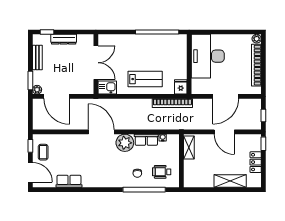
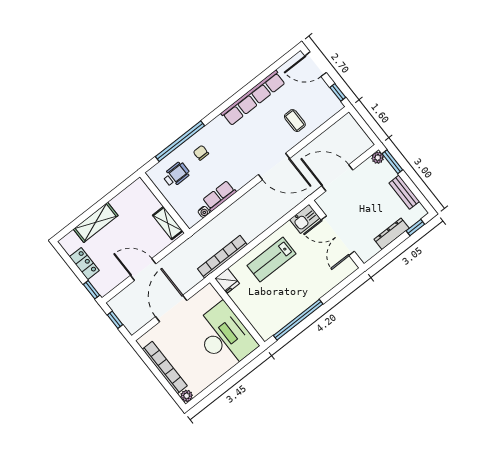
door: (57, 96) -> (337, 178), moved
plant: (125, 143) -> (240, 175), removed
coffee table: (43, 152) -> (295, 121), moved
row of seats: (69, 181) -> (253, 98), width x2.02

